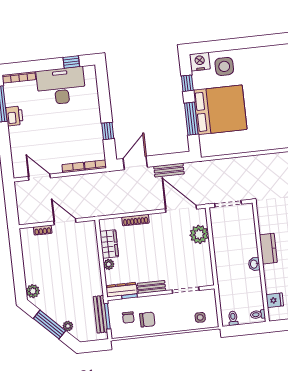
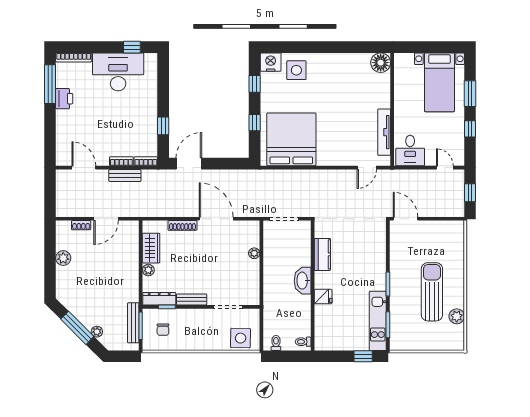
bed: (220, 110) -> (291, 139), moved, turned -90
window: (191, 119) -> (255, 123), width x0.46
bench: (169, 170) -> (125, 175), moved
door: (181, 209) -> (216, 219), moved
door: (65, 222) -> (106, 219), swing flipped
plant: (199, 234) -> (254, 253), width x0.53, depth x0.53
kitchen counter: (268, 249) -> (322, 254), moved
washbasin: (254, 264) -> (303, 281), width x1.91, depth x1.45
plant: (33, 291) -> (63, 258), moved
fridge: (275, 300) -> (323, 297), moved
side table: (200, 317) -> (241, 338), width x1.87, depth x1.87
chair: (147, 320) -> (183, 334), removed

